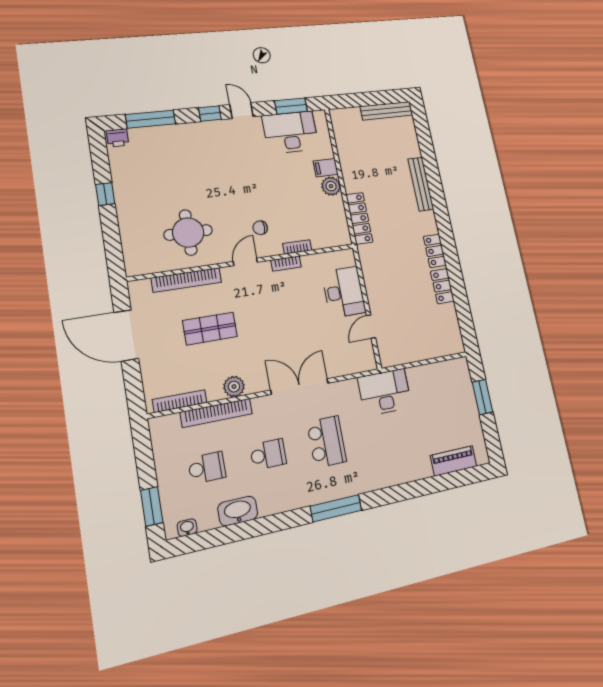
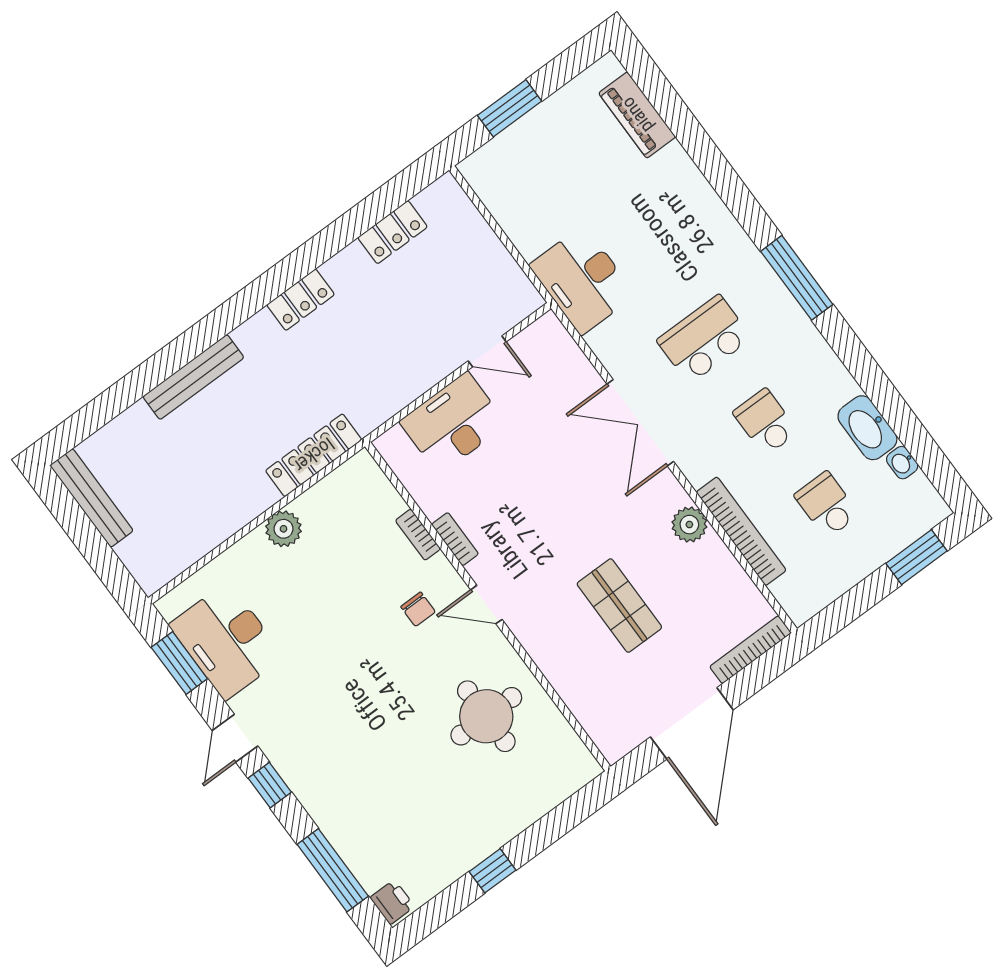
filing cabinet: (326, 168) -> (256, 553), removed
bookcase: (186, 280) -> (563, 680), removed
locker: (442, 286) -> (393, 232), moved
bookcase: (180, 401) -> (750, 650), moved, turned 90
washbasin: (187, 528) -> (902, 463), moved

